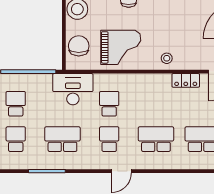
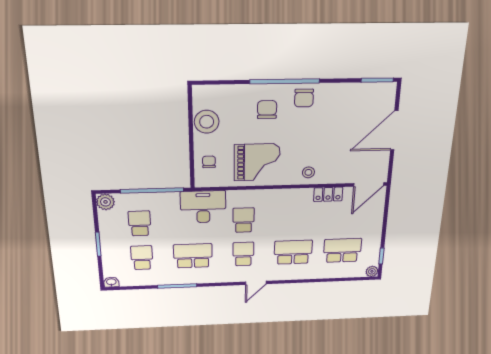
chair: (79, 46) -> (209, 162), width x0.54, depth x0.54

